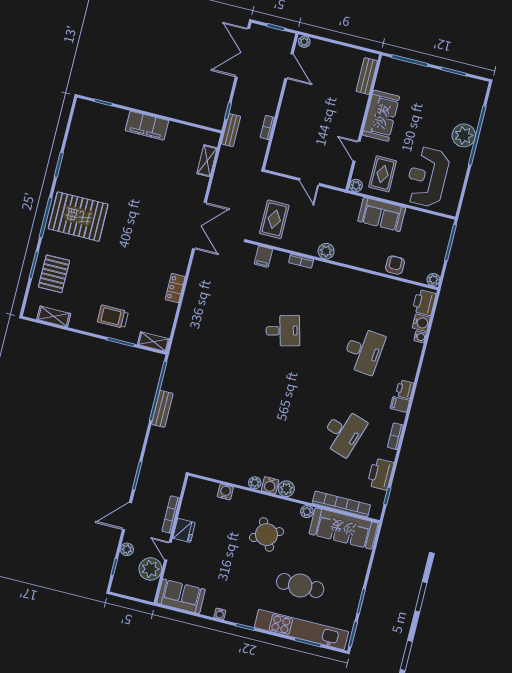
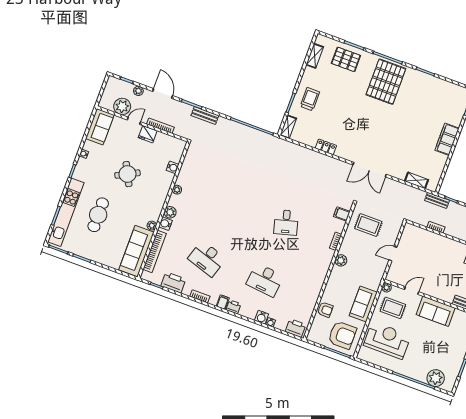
plant: (464, 135) -> (436, 378), moved
armchair: (427, 238) -> (342, 335), added
plant: (433, 280) -> (312, 337), removed
water cooler: (421, 323) -> (262, 317), moved
bench: (162, 409) -> (205, 116), moved
water cooler: (270, 485) -> (165, 224), moved
round table: (267, 535) -> (128, 174), moved

